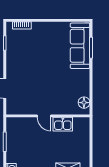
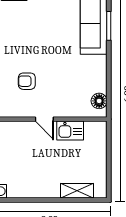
armchair: (31, 88) -> (27, 81), added

